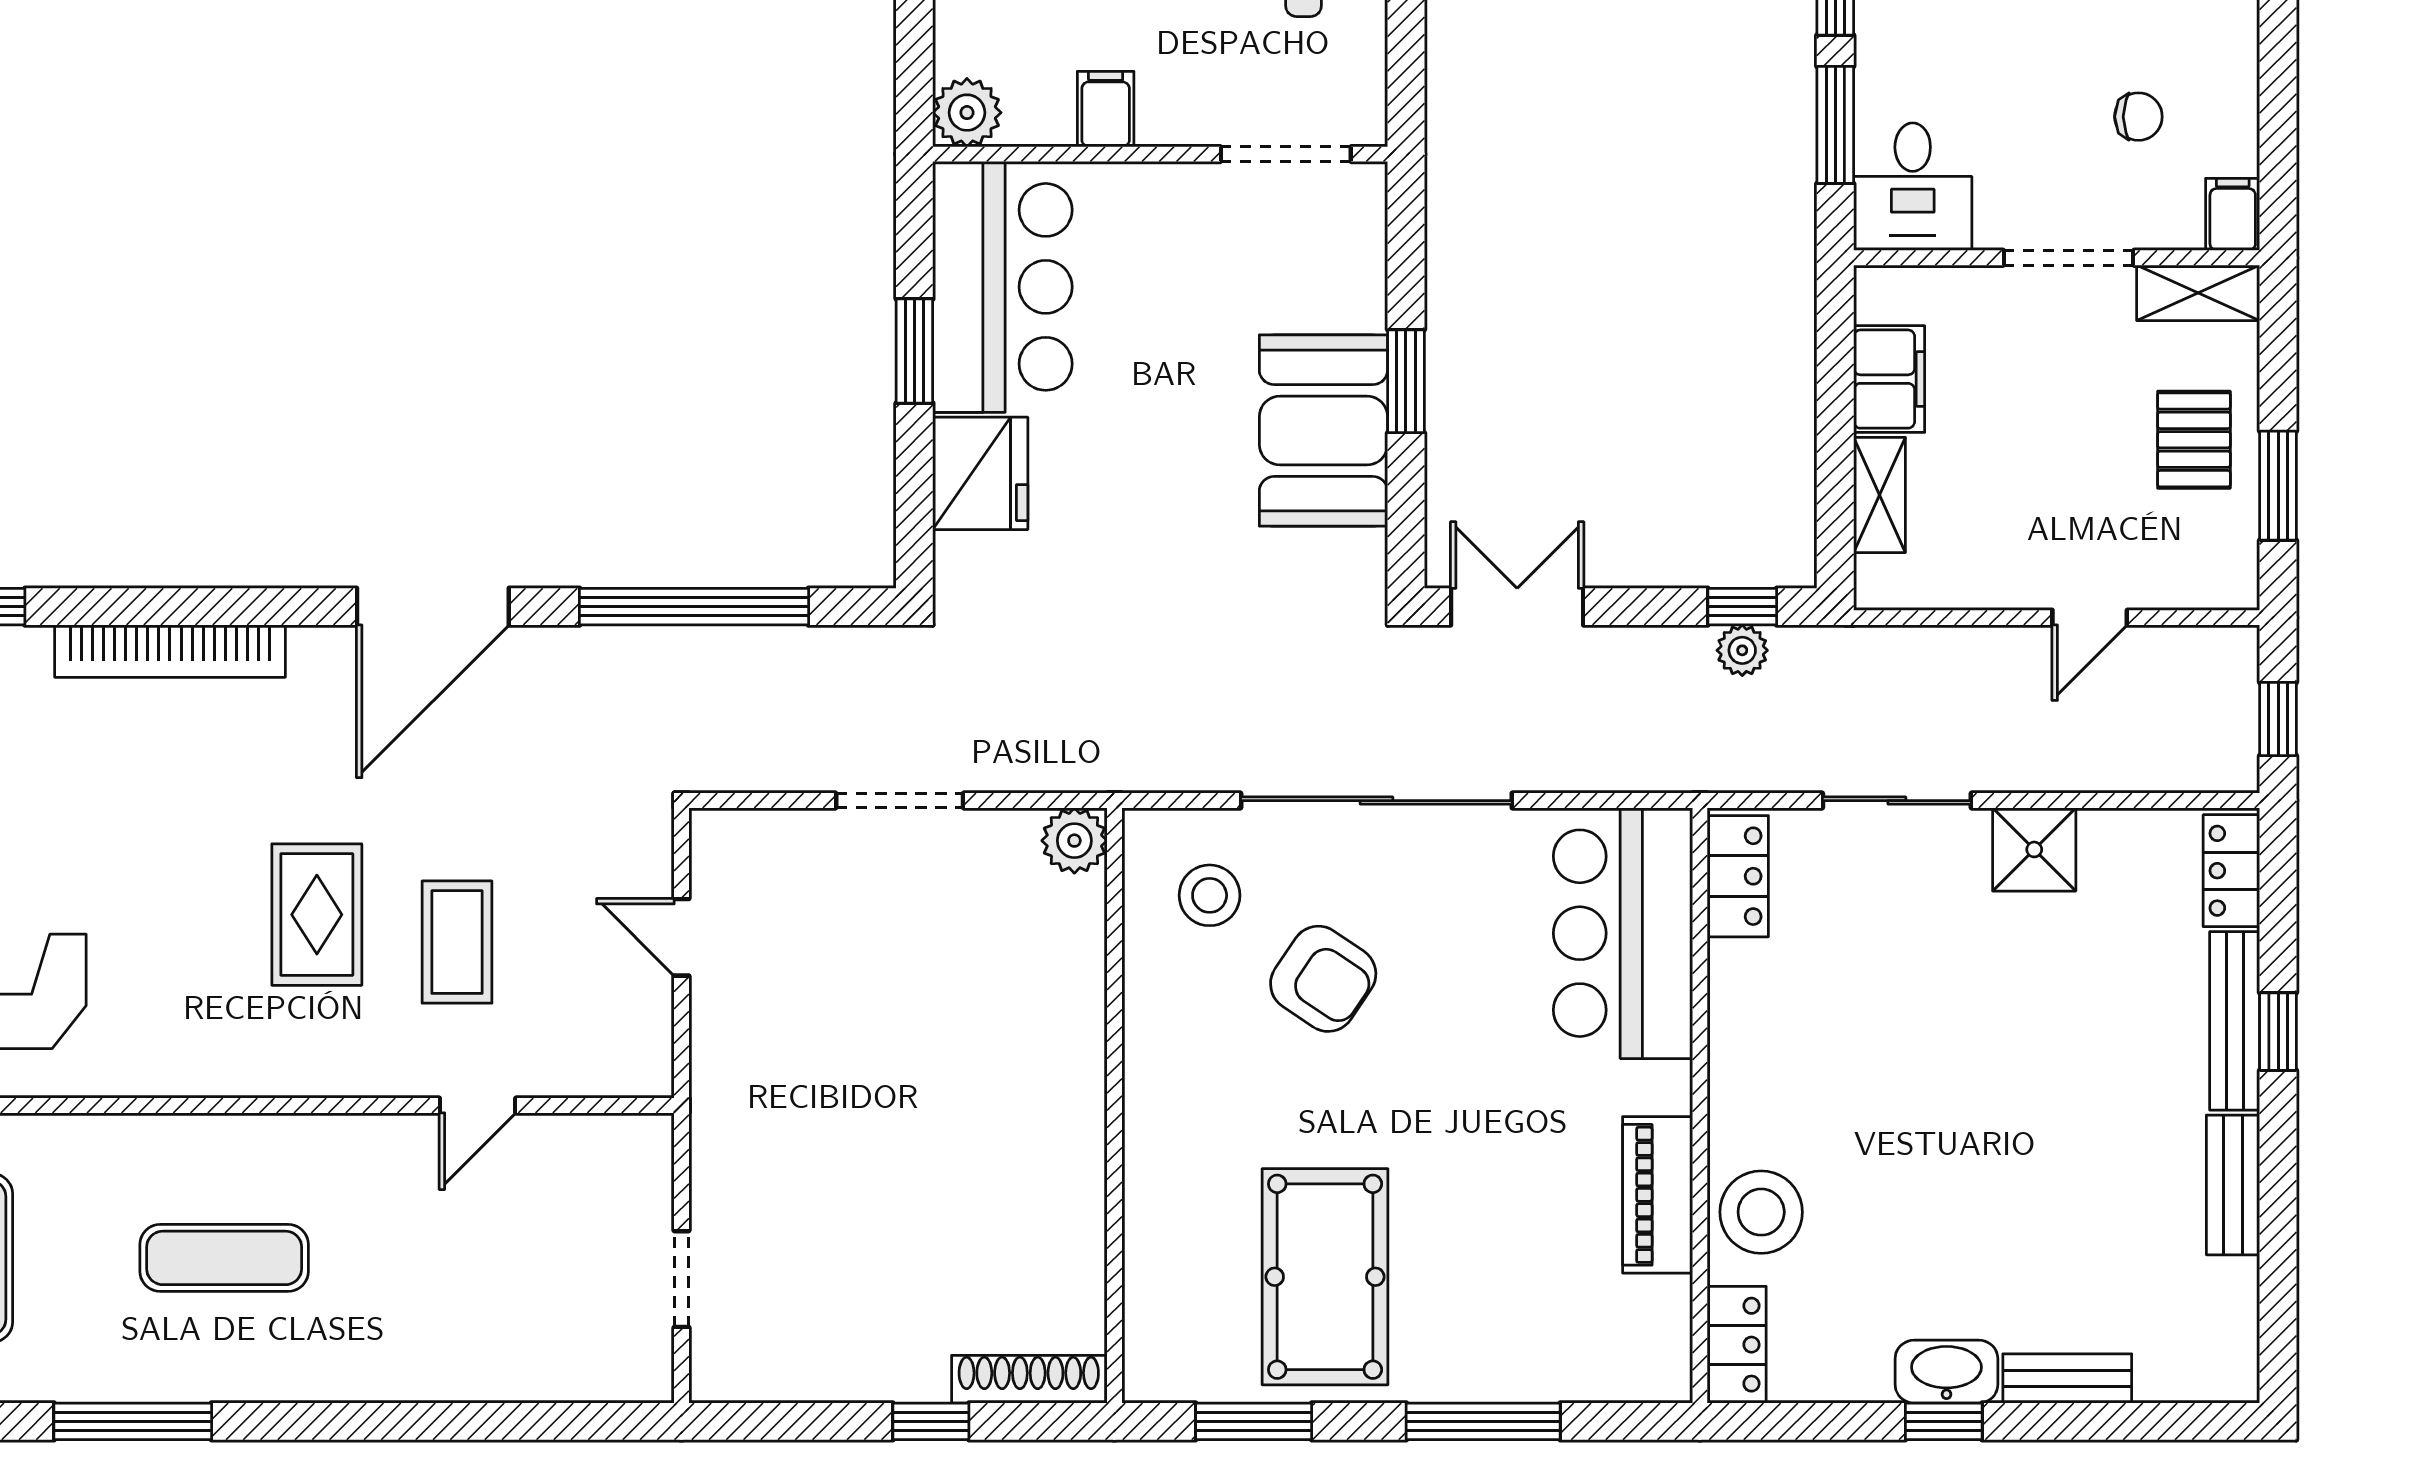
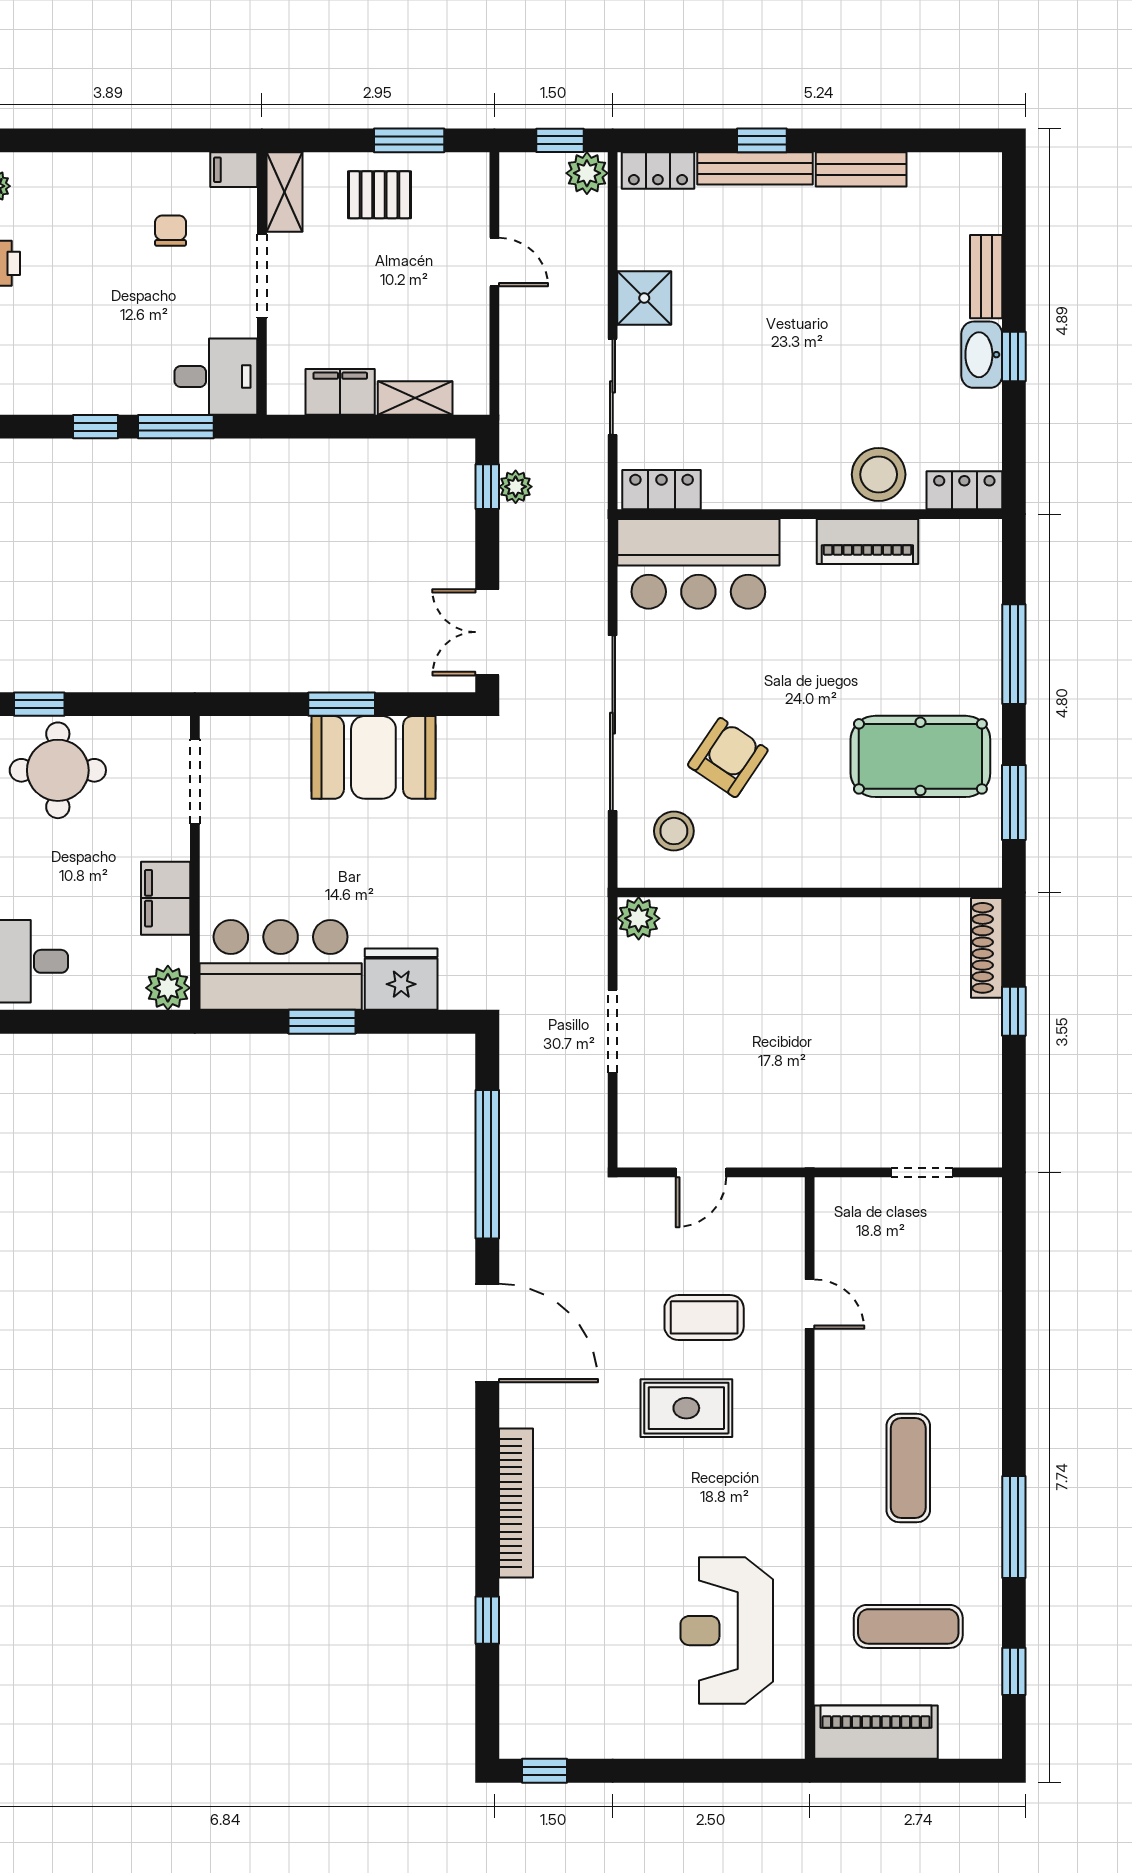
filing cabinet: (1106, 109) -> (166, 898), width x2.00
plant: (2227, 761) -> (587, 173), added

